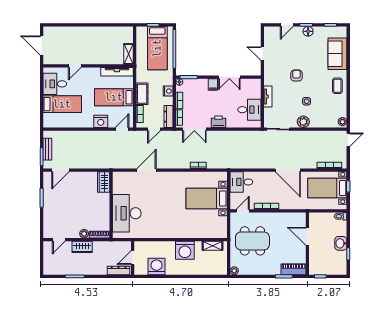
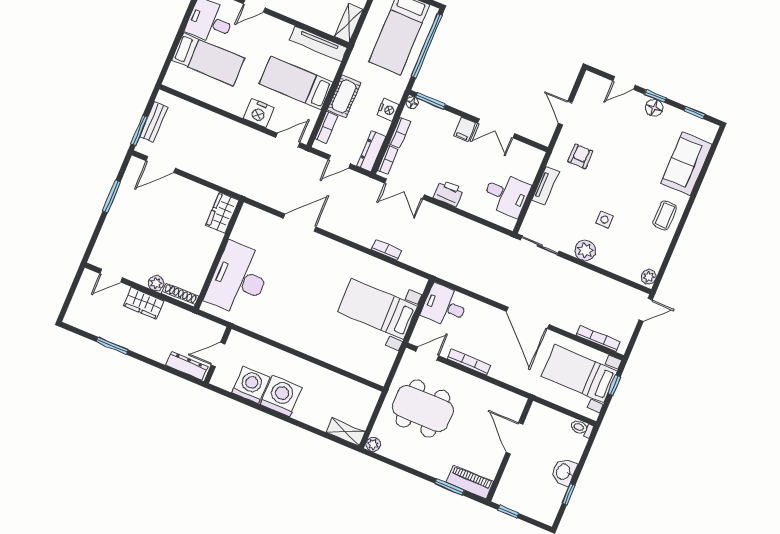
armchair: (297, 76) -> (580, 156), moved
shelving: (212, 246) -> (346, 432), moved
washing machine: (185, 250) -> (281, 396), moved, turned 180

